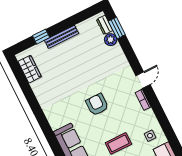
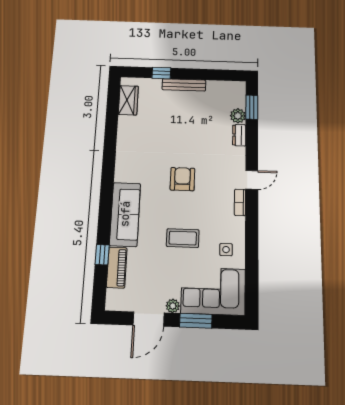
dresser: (105, 25) -> (239, 135), moved

